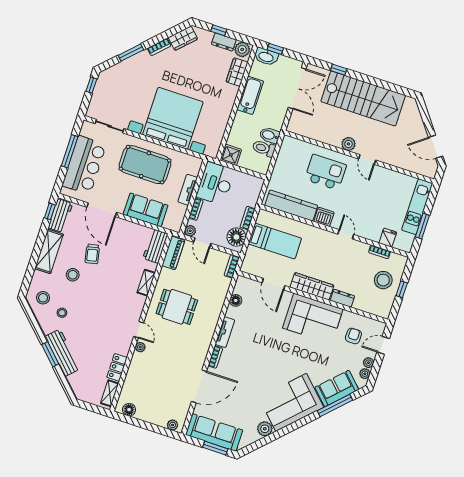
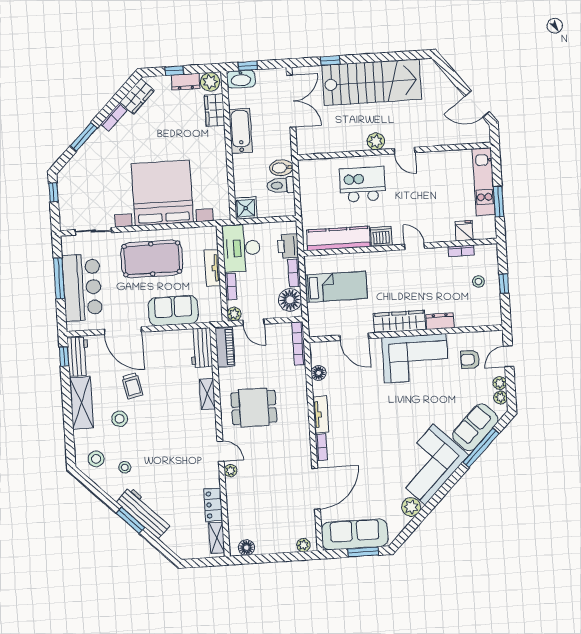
printer: (251, 196) -> (288, 246), added
bookcase: (232, 266) -> (299, 343), width x1.56
stool: (383, 280) -> (478, 282), width x0.53, depth x0.53
armchair: (353, 336) -> (470, 359), turned -90

